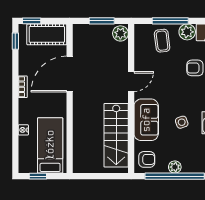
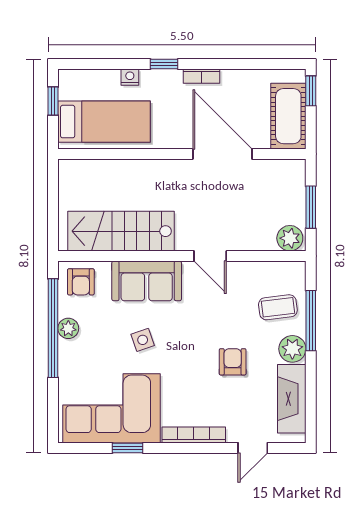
window: (15, 41) -> (164, 64), moved

